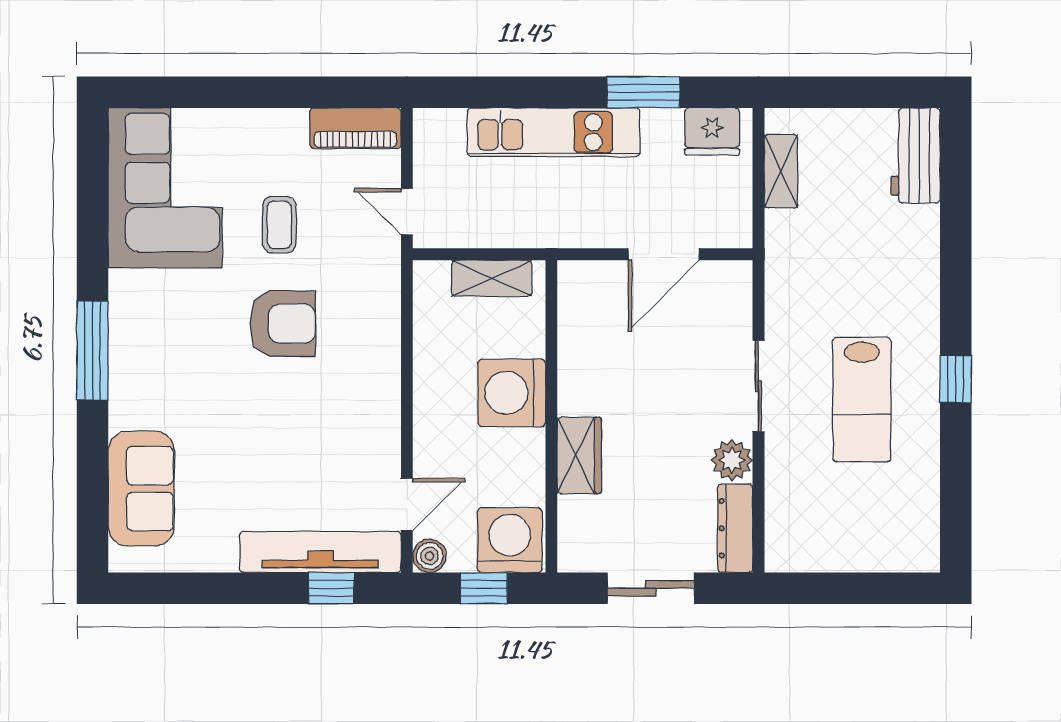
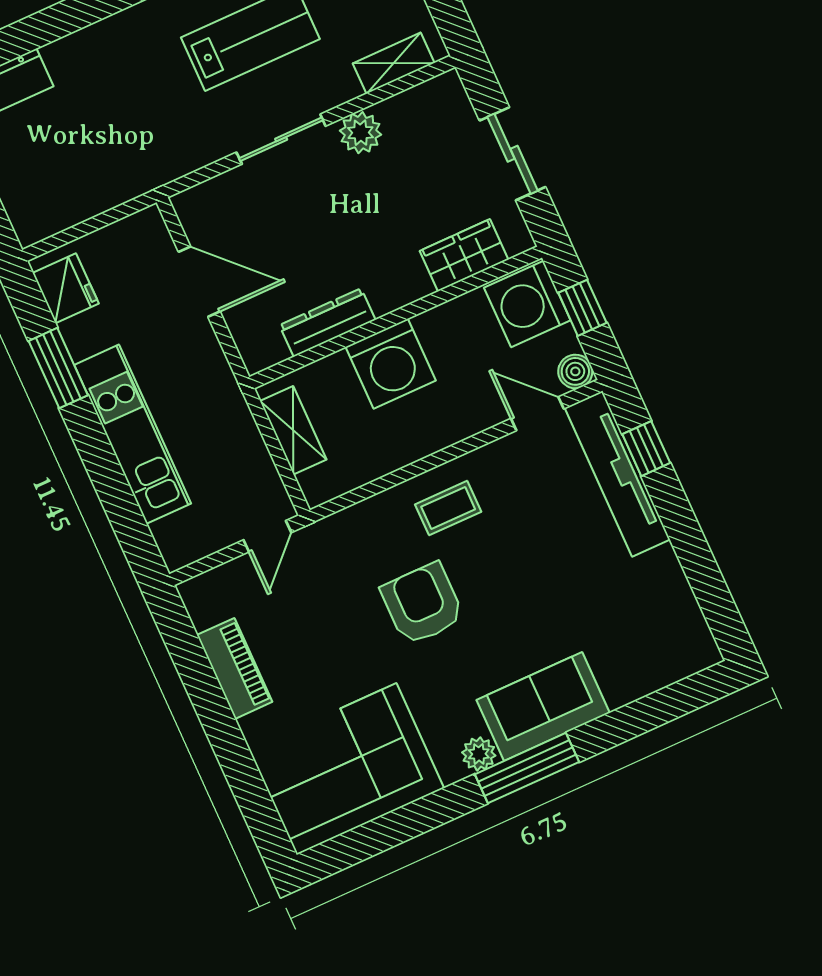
piano: (355, 128) -> (235, 668), moved
shelving: (781, 171) -> (394, 63), moved
coffee table: (279, 225) -> (448, 508), moved
plant: (125, 313) -> (479, 754), added
wardrobe: (579, 455) -> (464, 255), moved
sofa: (141, 489) -> (543, 706), moved
dresser: (735, 528) -> (327, 322), moved, turned 180

